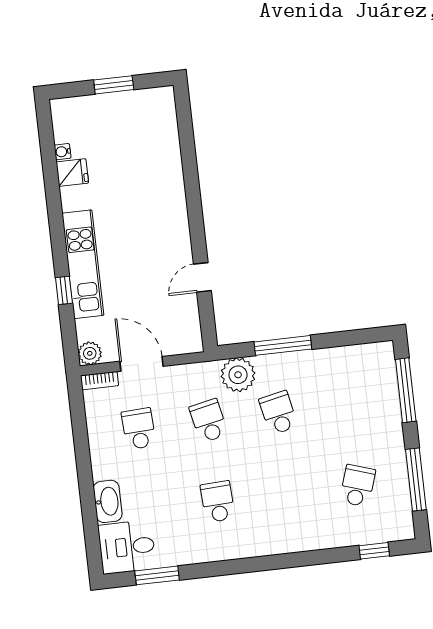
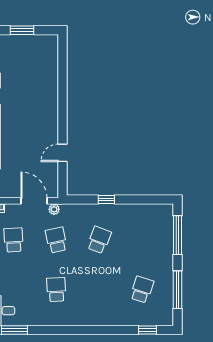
window: (283, 345) -> (106, 200), width x0.46
door: (142, 364) -> (34, 201), moved
plant: (238, 375) -> (54, 209), moved, width x0.53, depth x0.53
school desk: (278, 413) -> (99, 240), turned 33

